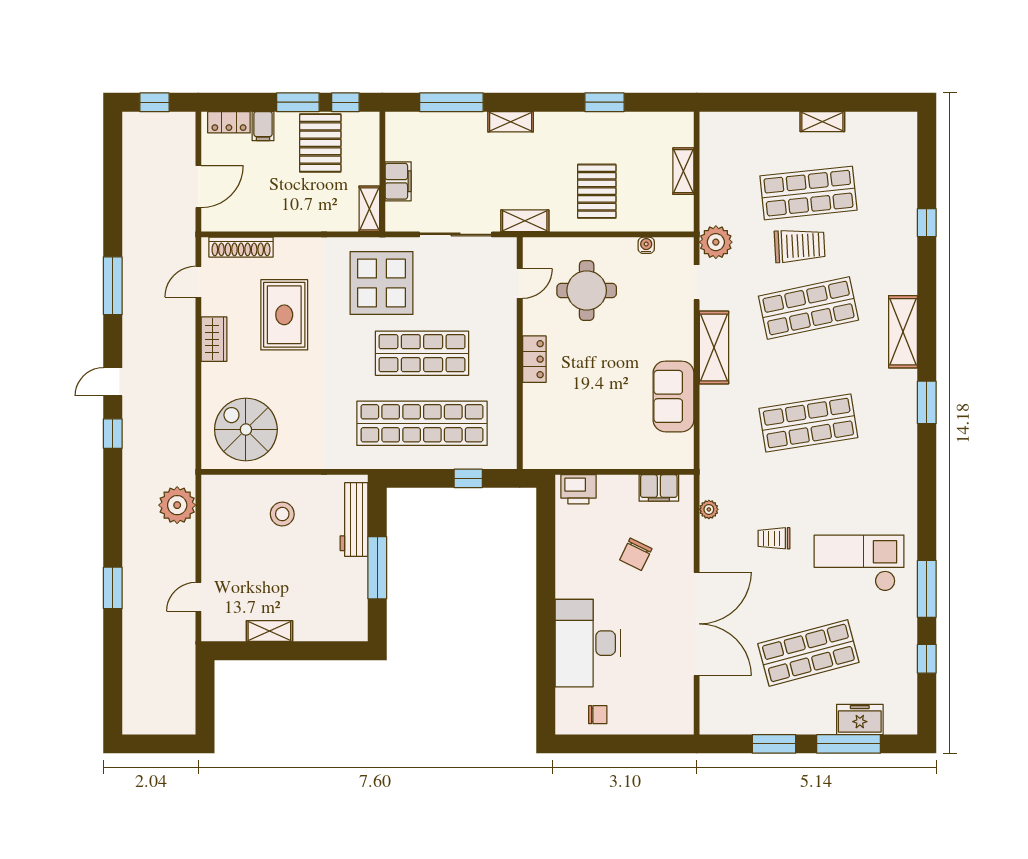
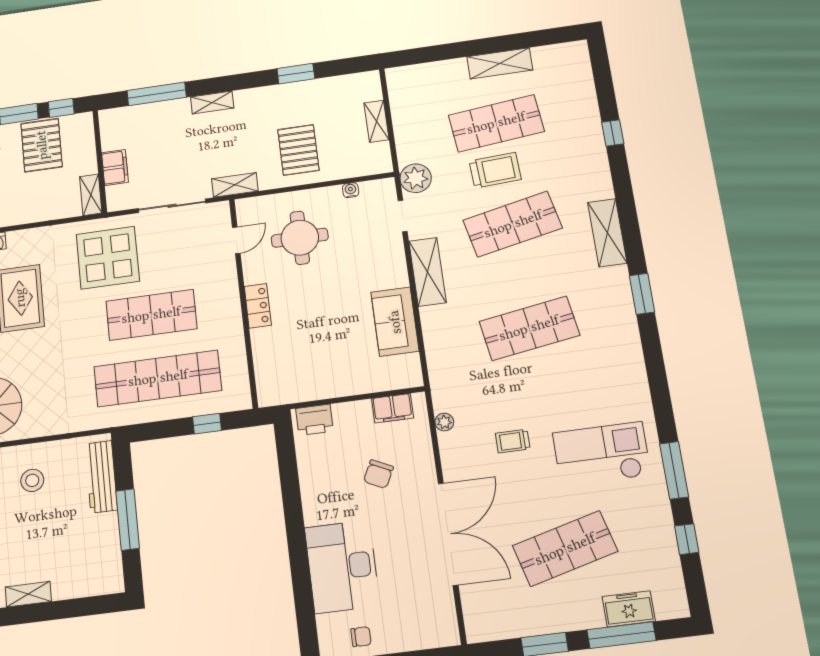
shelving: (822, 122) -> (500, 63), width x1.50, depth x1.33

